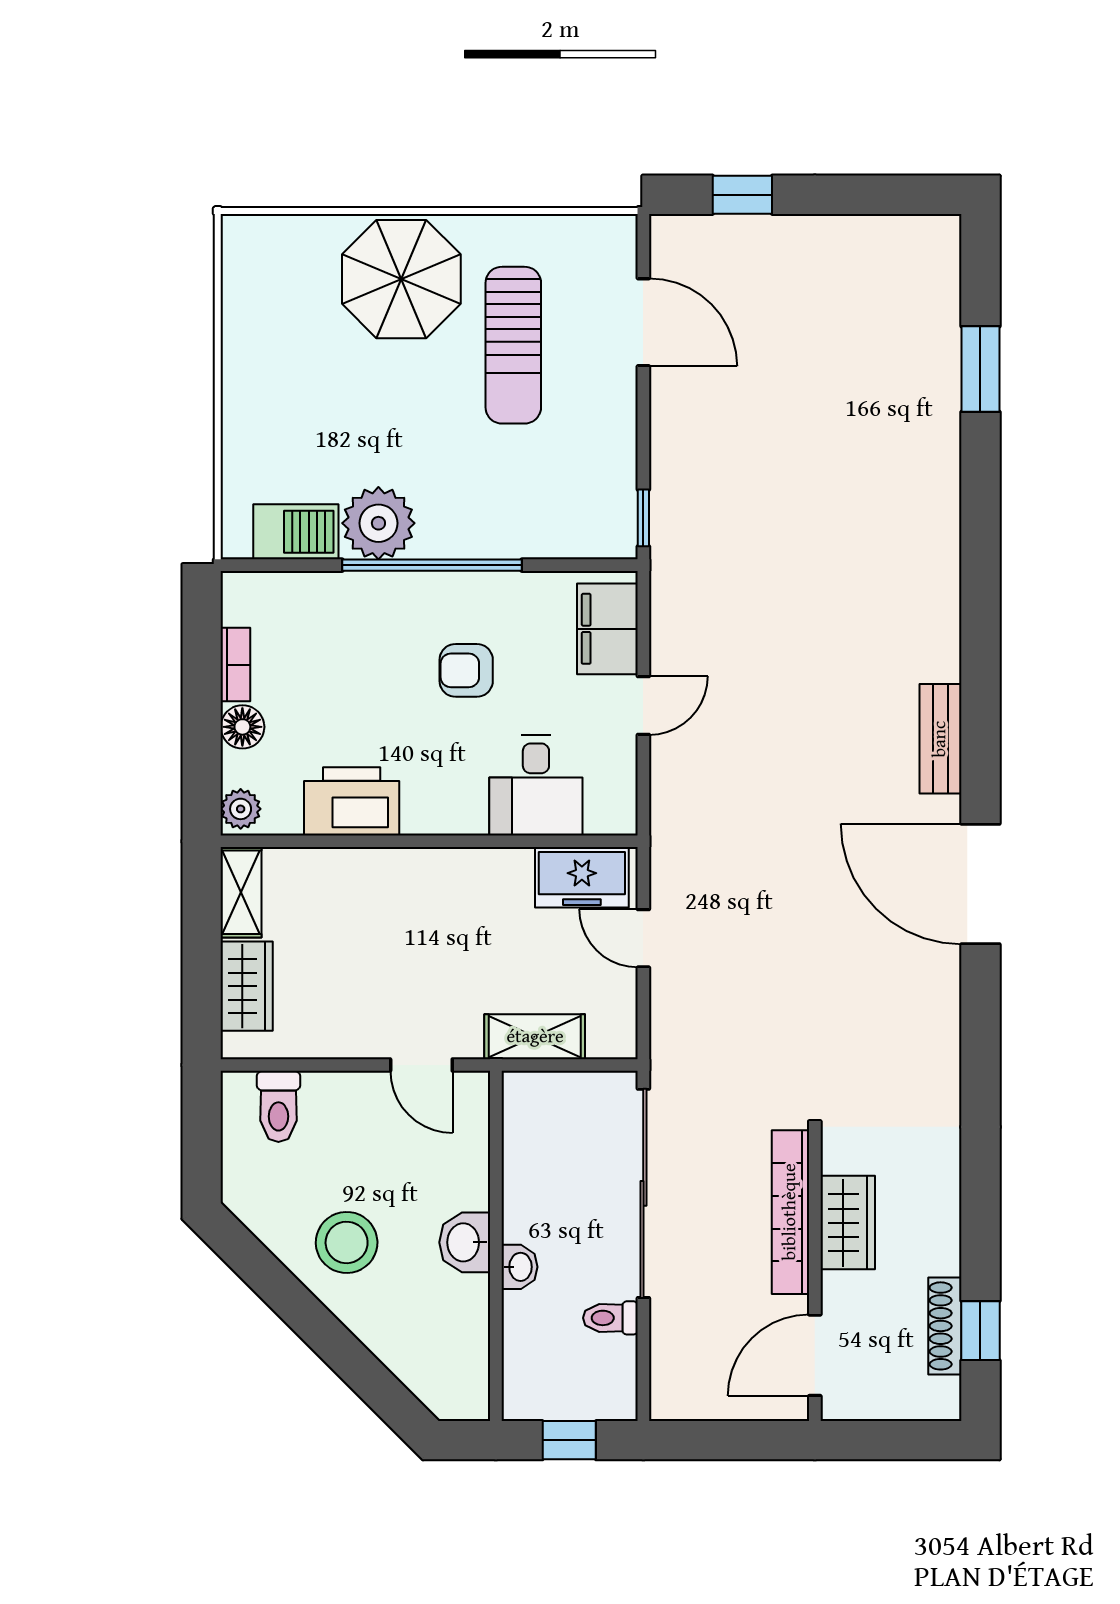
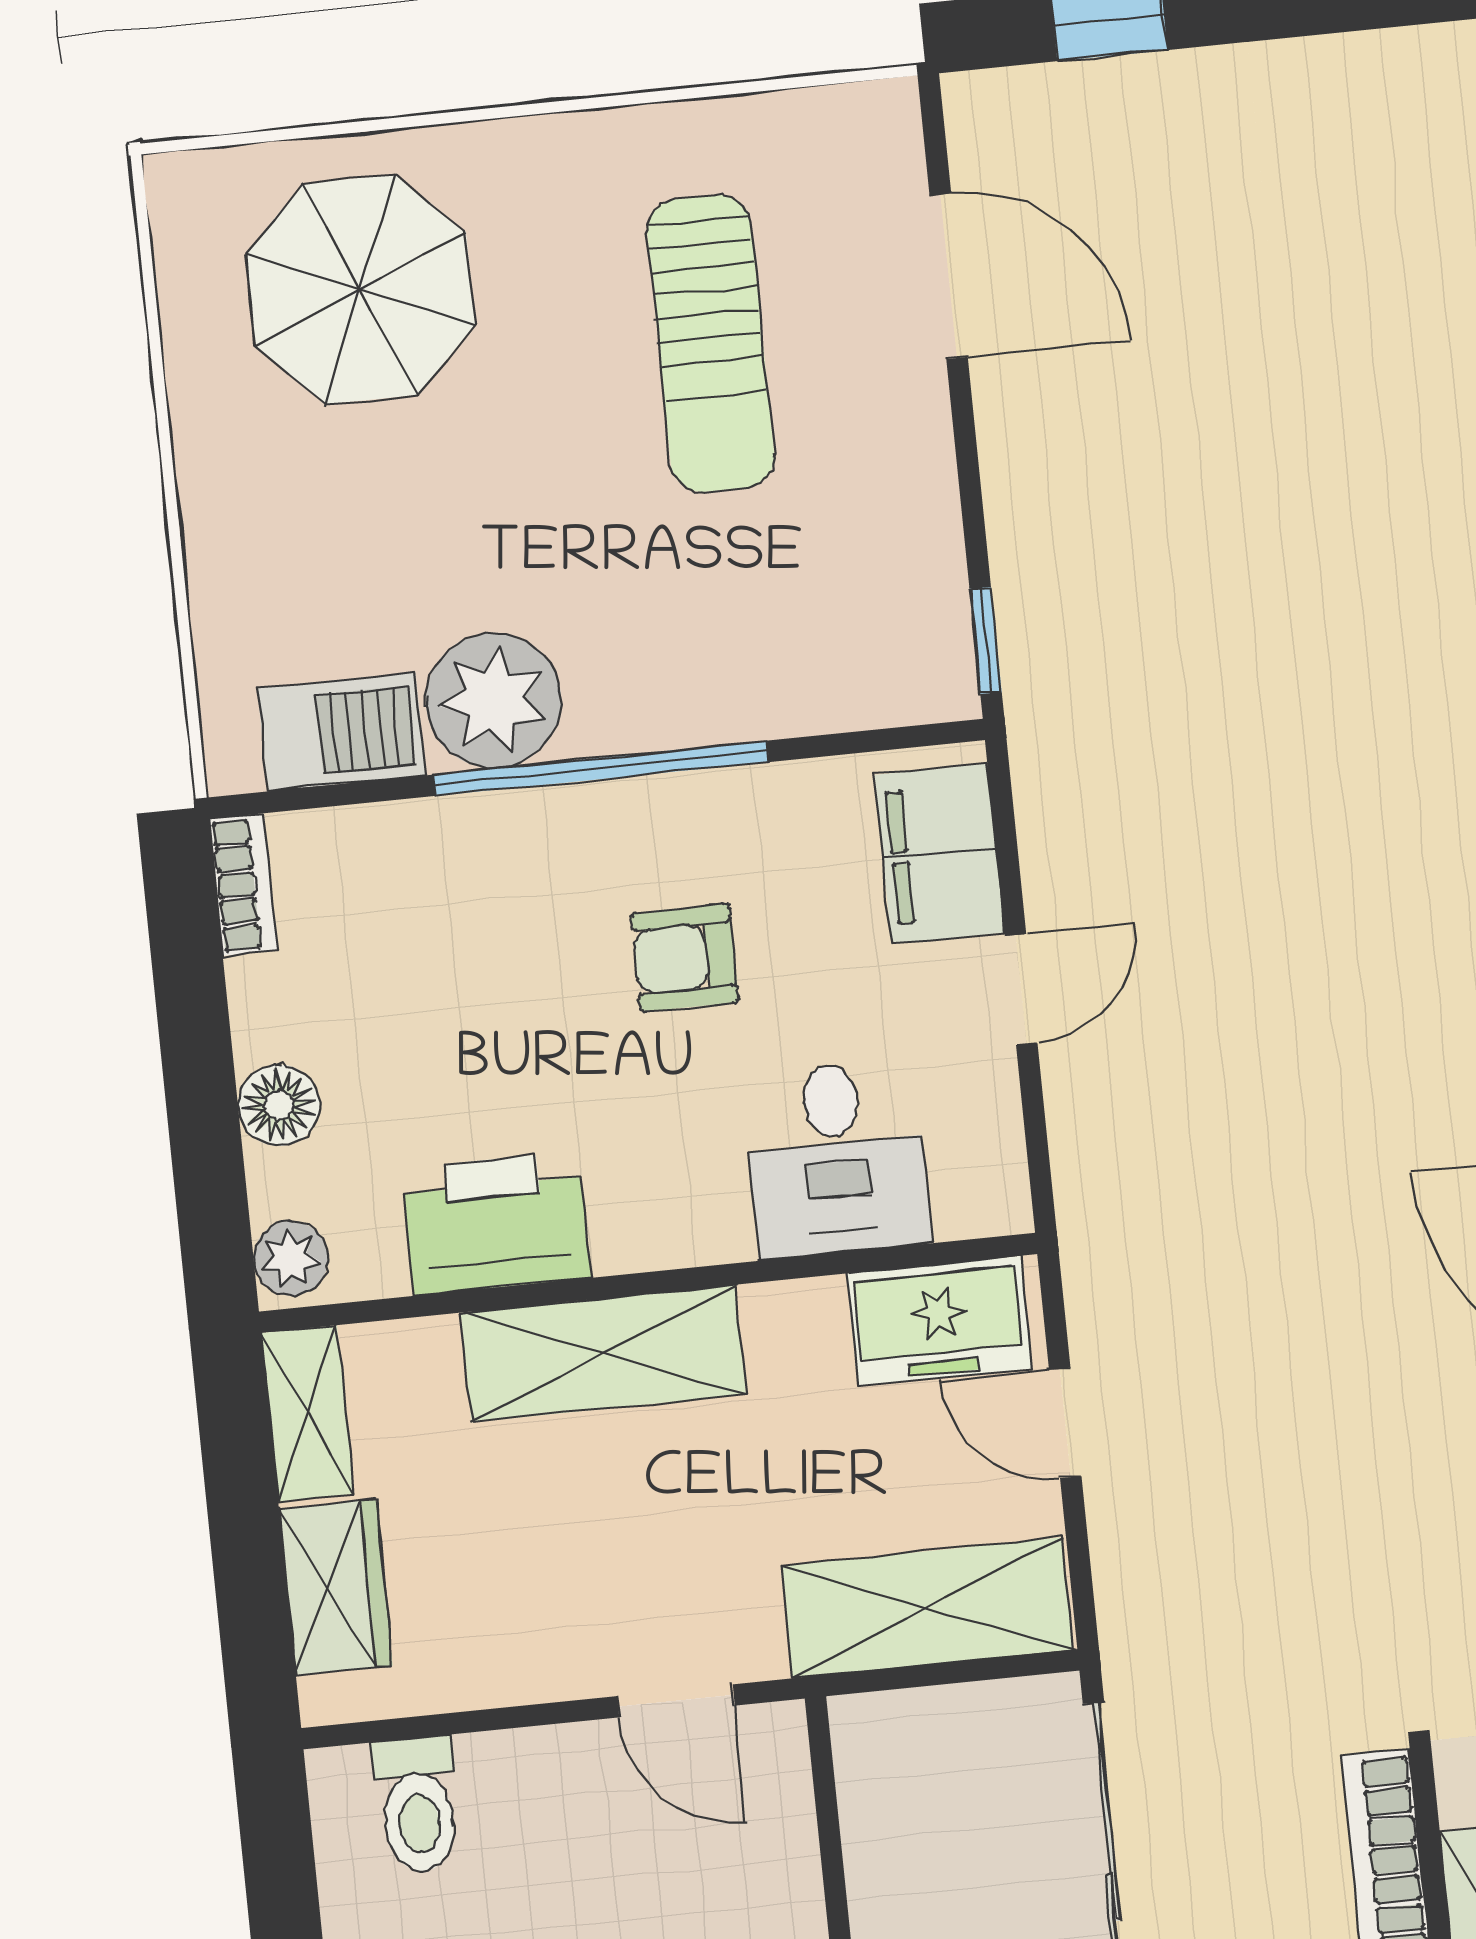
parasol: (401, 279) -> (360, 289), moved
bookcase: (235, 665) -> (243, 885), moved
shelving: (402, 876) -> (603, 1354), added
shelving: (535, 1037) -> (927, 1608), width x1.50, depth x1.33

